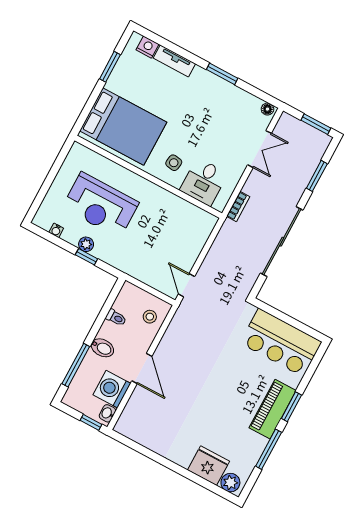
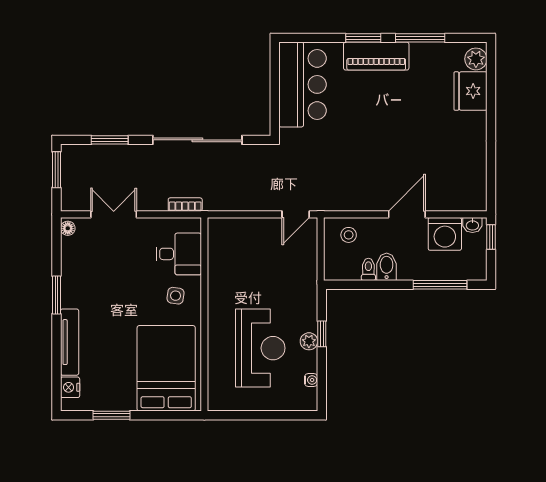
tv unit: (174, 61) -> (70, 342), width x1.41
bidet: (102, 348) -> (387, 267), moved

